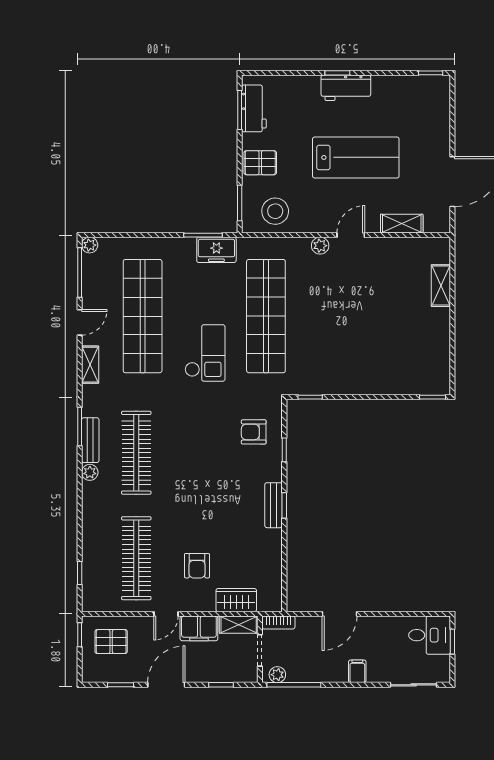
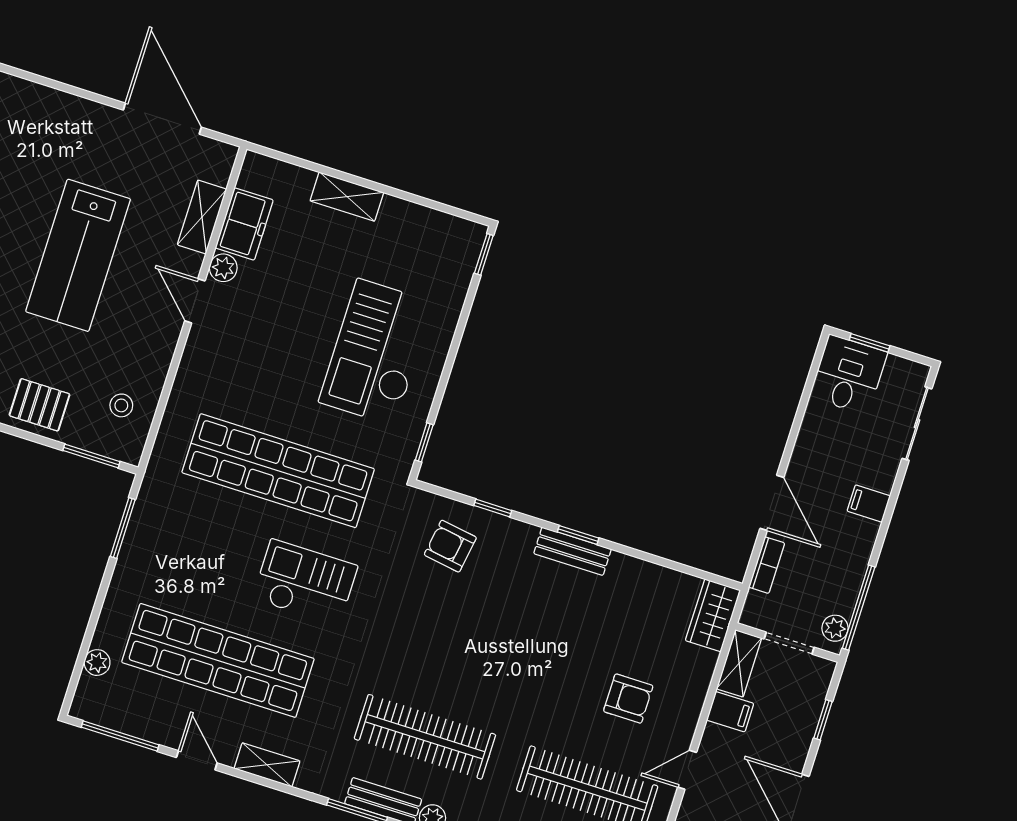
lab bench: (356, 157) -> (78, 255), turned 180
pallet: (260, 163) -> (39, 405), turned 90
stool: (275, 211) -> (121, 405), width x0.53, depth x0.53
plant: (90, 245) -> (97, 663), moved
plant: (320, 246) -> (223, 268), moved
freezer: (216, 250) -> (244, 224), moved
shelving: (441, 286) -> (347, 197), moved
checkout: (354, 352) -> (376, 352), added
armchair: (254, 432) -> (450, 546), turned 99
wardrobe: (236, 600) -> (713, 615), moved
door: (166, 614) -> (687, 770), swing flipped
bookcase: (278, 622) -> (767, 565), moved
filing cabinet: (199, 628) -> (730, 712), width x0.50

